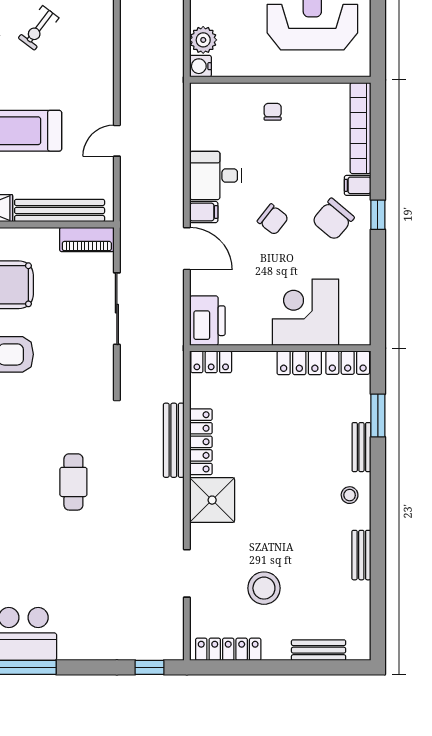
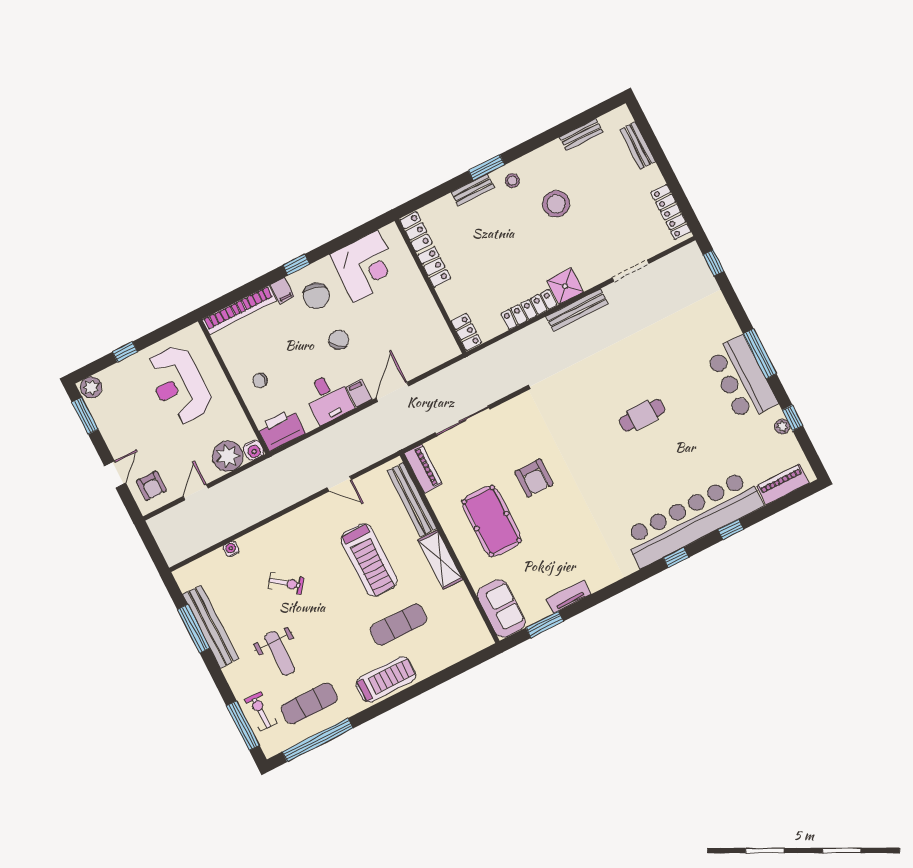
plant: (203, 40) -> (228, 456), width x1.36, depth x1.36
chair: (333, 219) -> (316, 296), turned 68
corner desk: (305, 312) -> (366, 266), moved, turned -90
printer: (207, 321) -> (281, 430), moved
window: (378, 415) -> (487, 168), moved
bench: (174, 440) -> (577, 310), moved
cafe table: (73, 482) -> (642, 415), moved
shower: (212, 500) -> (565, 286), width x0.73, depth x0.73
bench: (361, 555) -> (581, 135), moved
stool: (264, 588) -> (556, 204), moved

